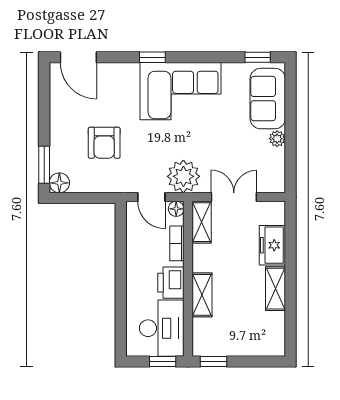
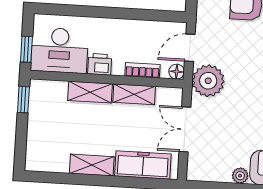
double door: (234, 197) -> (185, 129), swing flipped
shelving: (202, 222) -> (134, 94), moved
freezer: (272, 245) -> (143, 165), width x1.40
printer: (171, 283) -> (100, 64), width x0.73, depth x0.81

